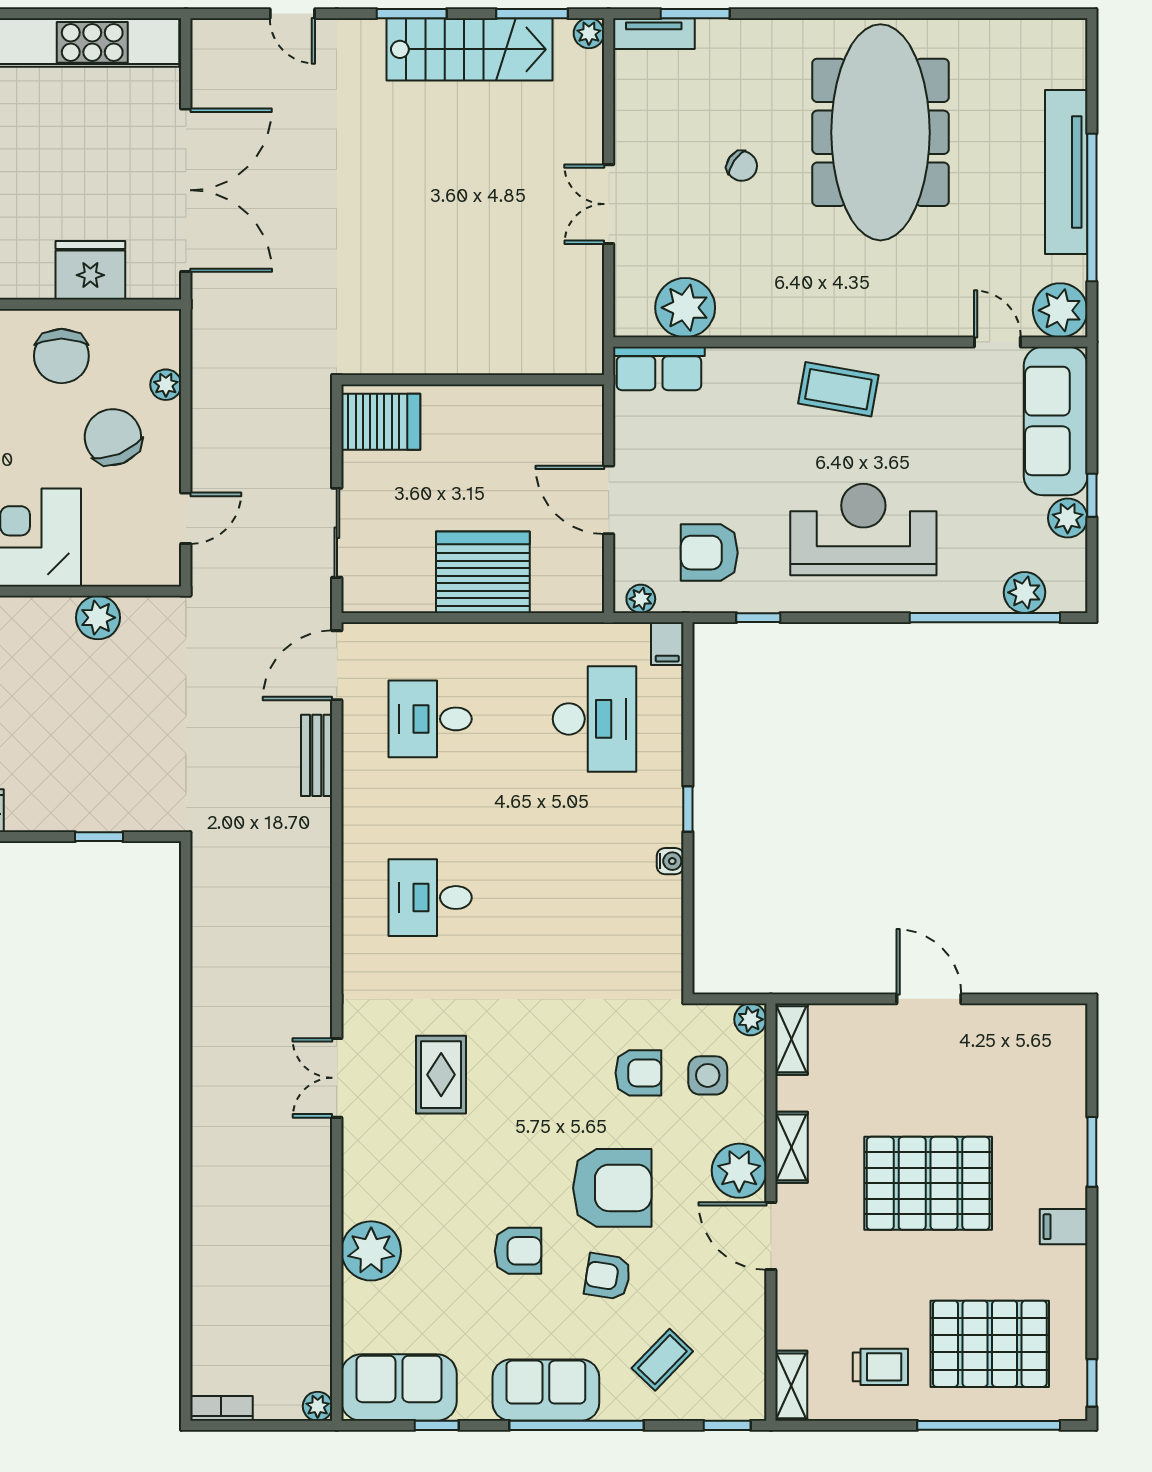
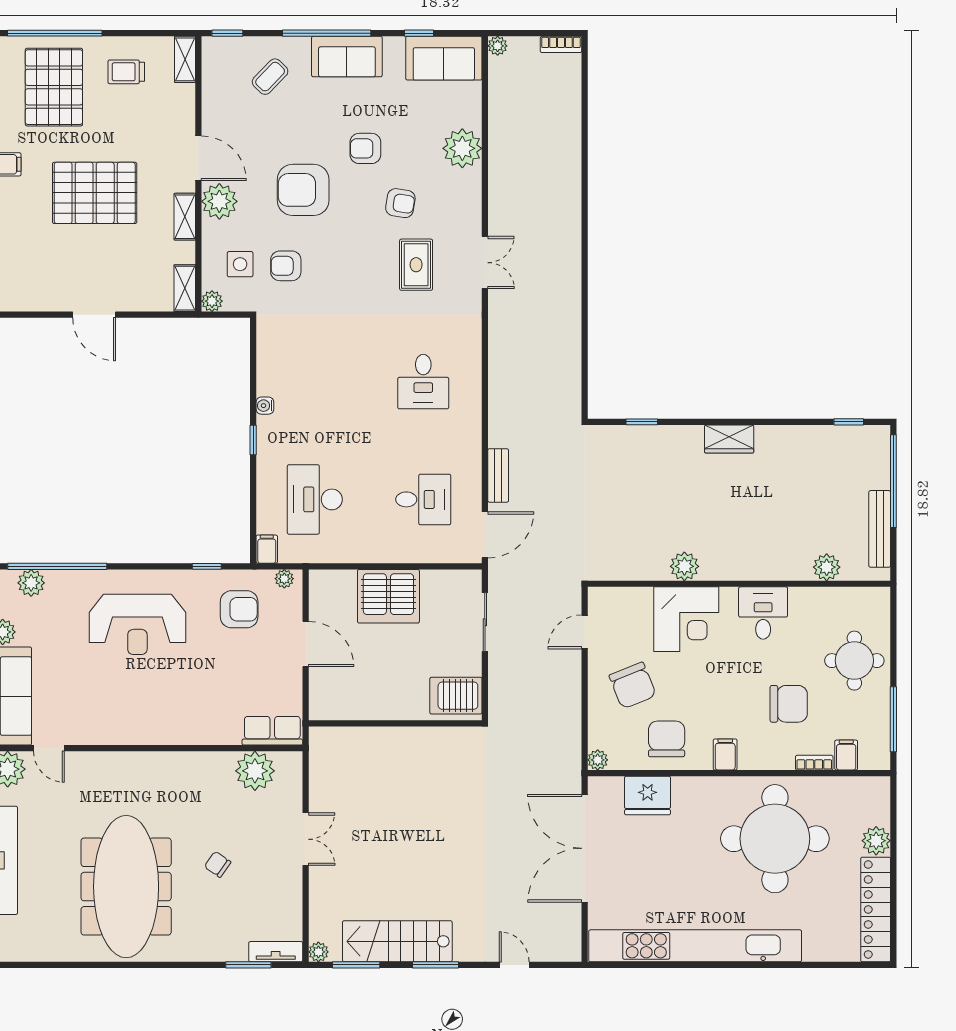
plant: (166, 385) -> (598, 760), moved
coffee table: (838, 389) -> (154, 717), removed
plant: (98, 618) -> (684, 566), moved
desk: (430, 898) -> (423, 382), turned 90
armchair: (608, 1276) -> (400, 203), moved
pallet: (990, 1344) -> (54, 87), turned 90

